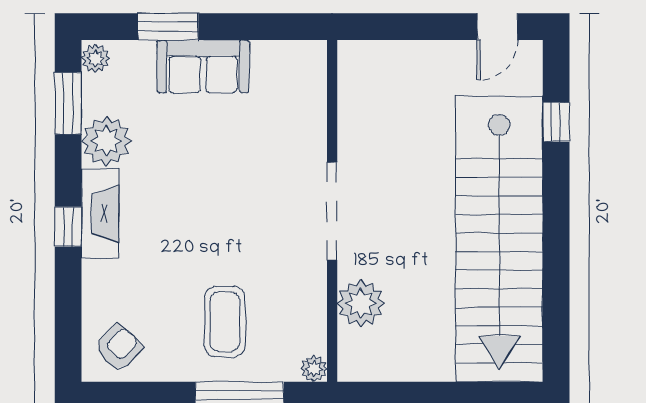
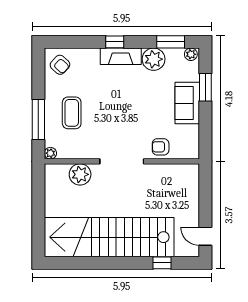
armchair: (300, 125) -> (161, 147), added
coffee table: (225, 322) -> (72, 113), turned 90

